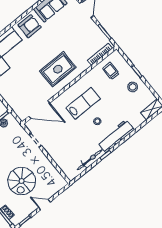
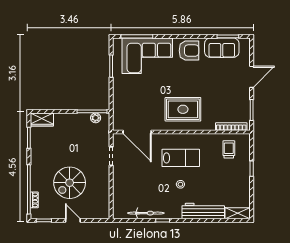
stool: (133, 87) -> (237, 179), removed
workbench: (116, 136) -> (203, 211), moved

